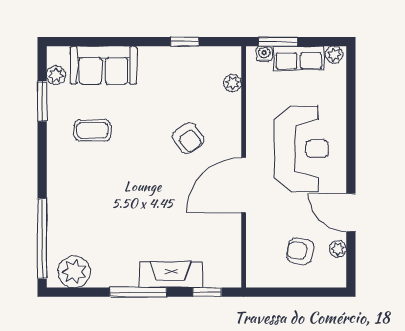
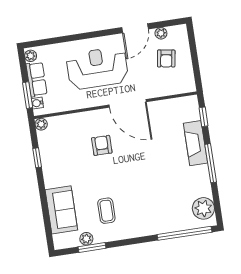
plant: (56, 75) -> (86, 239), moved
plant: (233, 83) -> (41, 124), moved
armchair: (188, 138) -> (102, 145), turned -55

